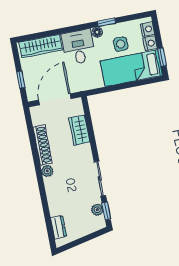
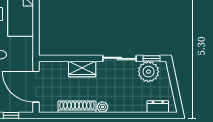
wardrobe: (79, 130) -> (82, 69), moved
plant: (97, 210) -> (148, 72), width x1.88, depth x1.88

